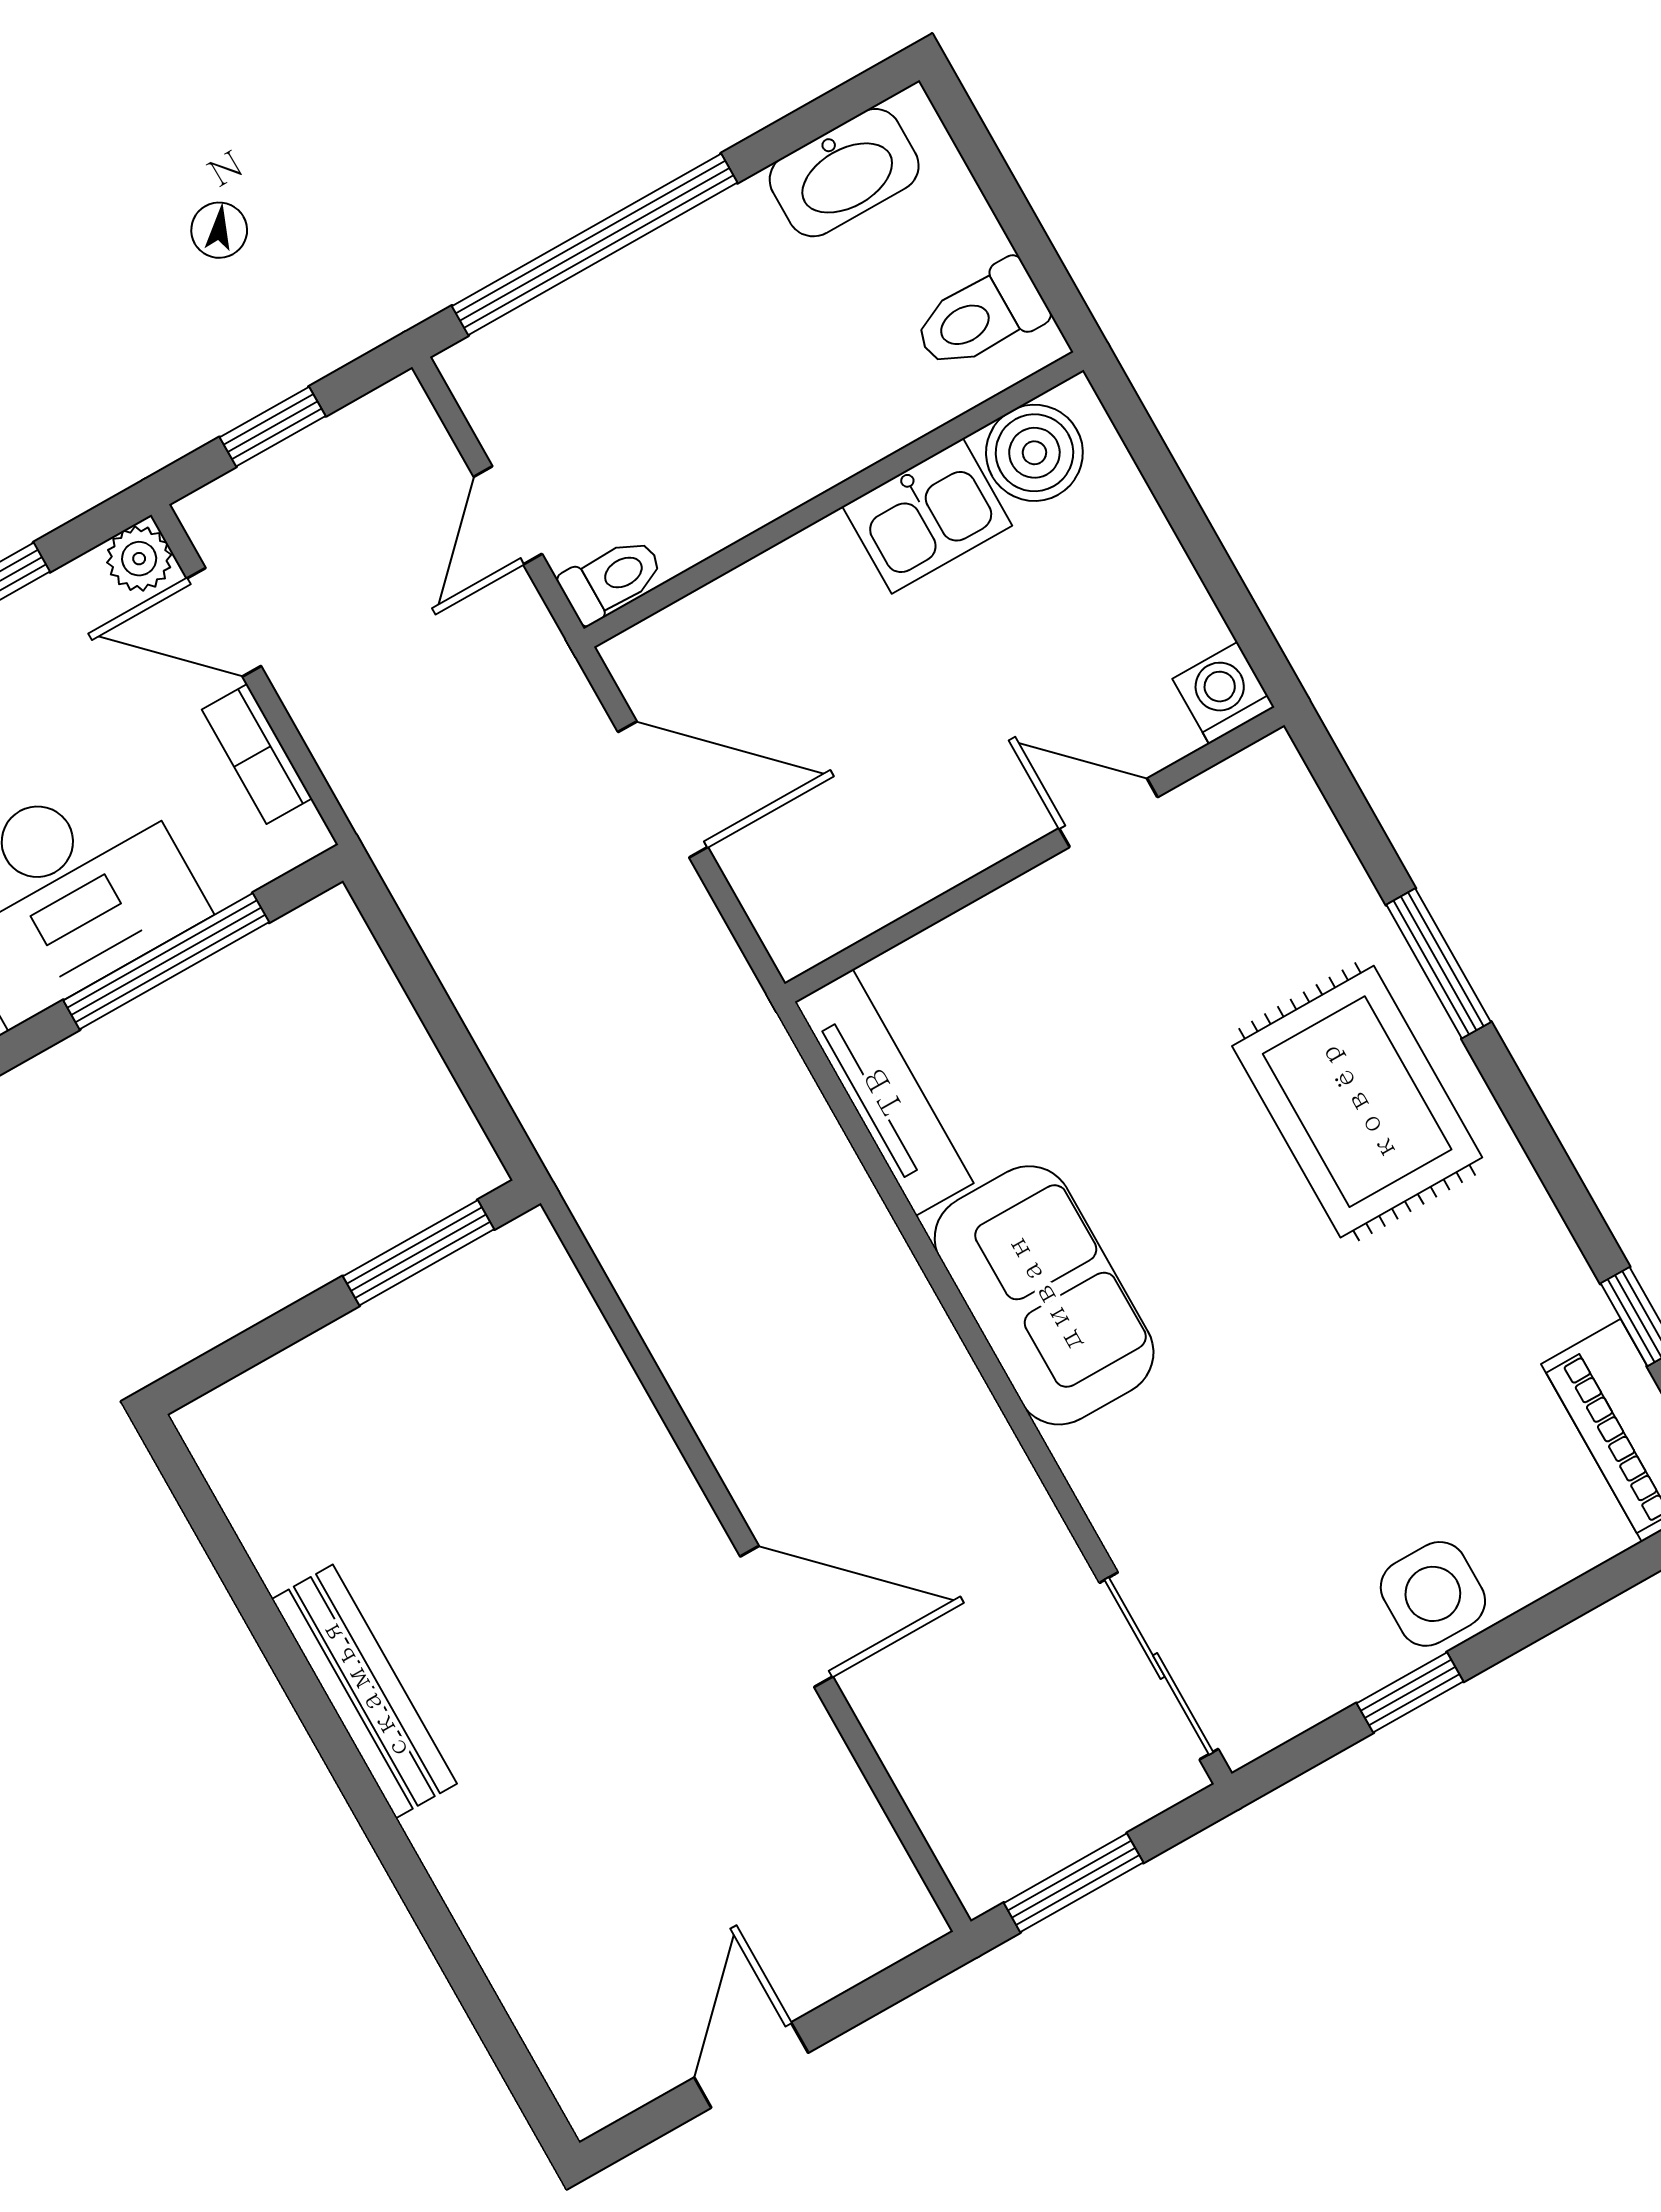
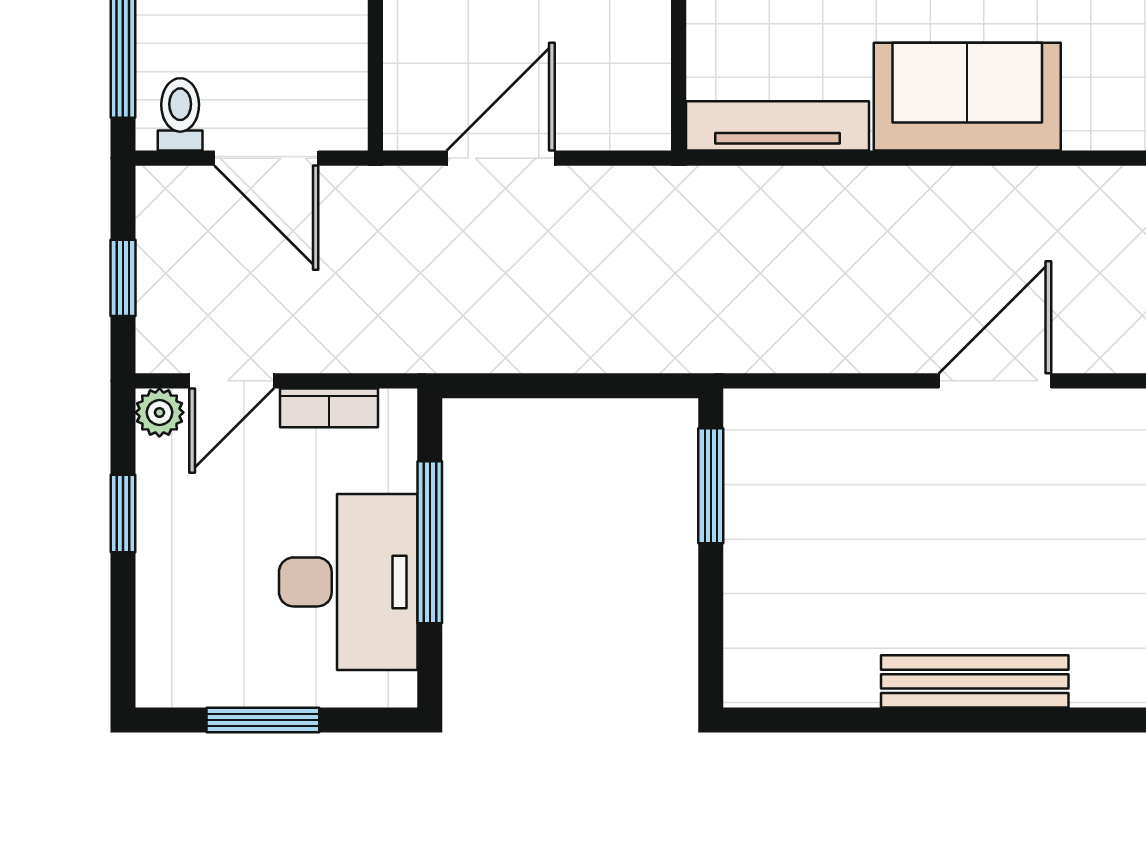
door: (508, 515) -> (266, 158), width x1.37
toilet: (612, 579) -> (180, 114), moved
door: (787, 1617) -> (995, 381), moved

